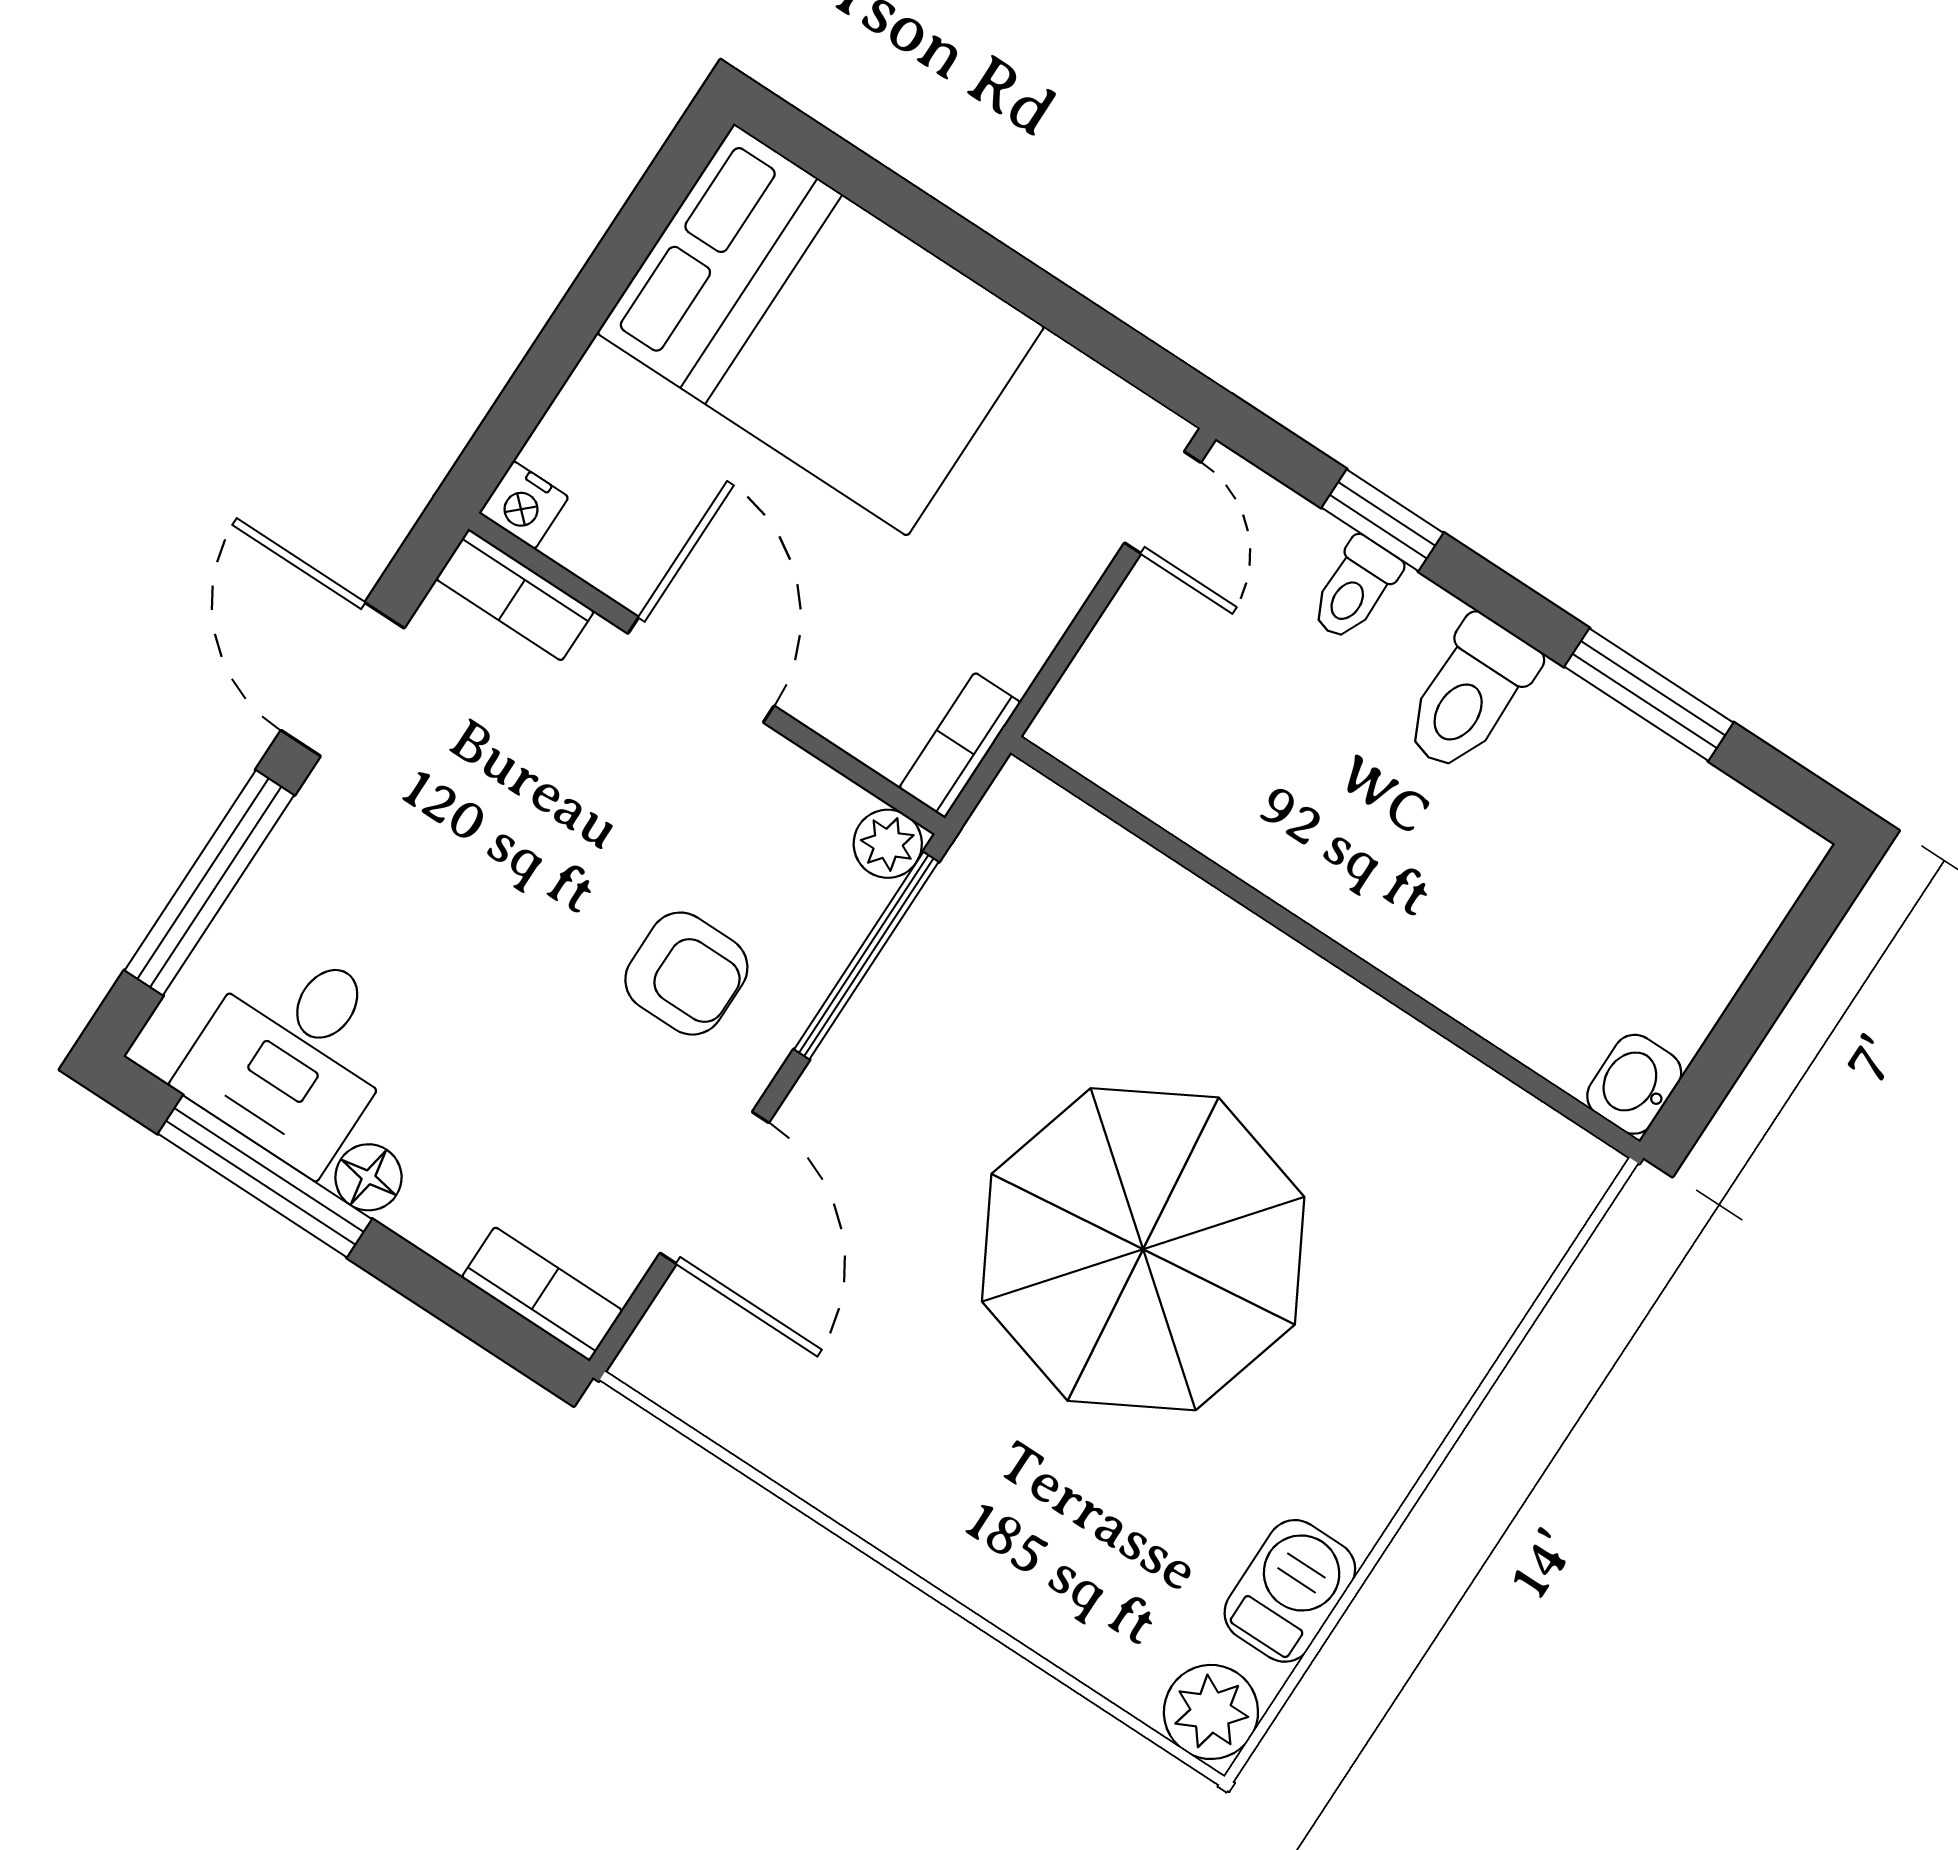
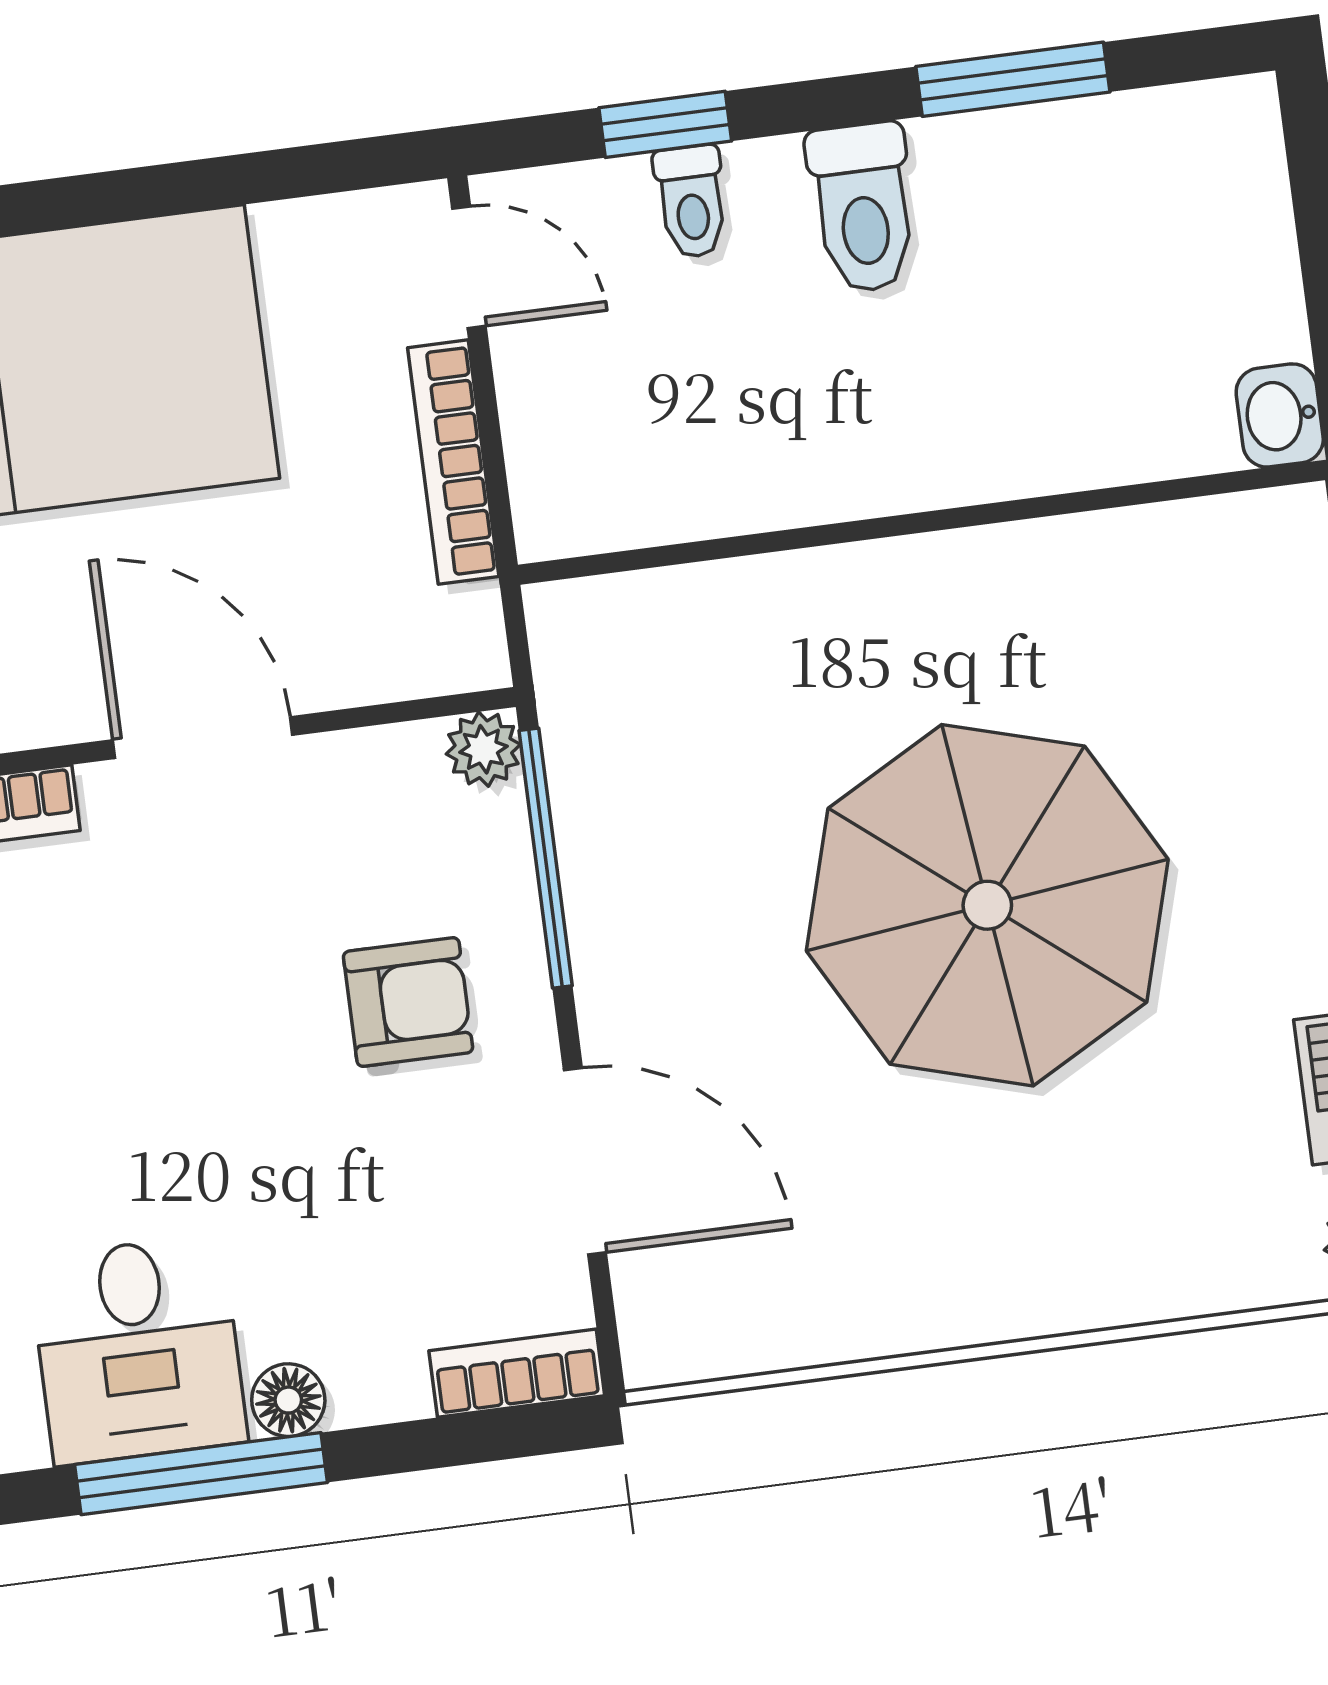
bookcase: (960, 745) -> (453, 462), moved, width x1.56

